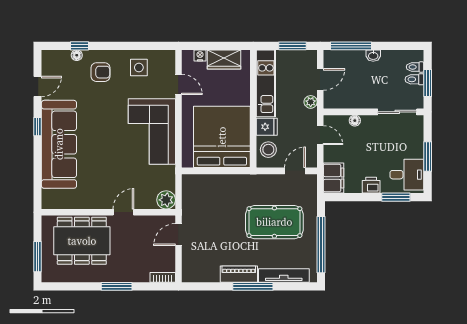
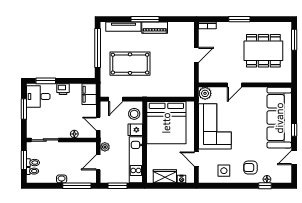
plant: (166, 200) -> (205, 93), moved
wall: (108, 212) -> (245, 85), moved
door: (123, 212) -> (235, 85), moved

